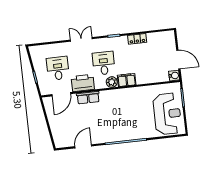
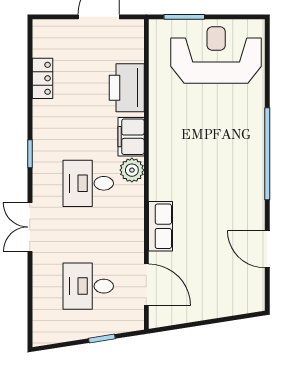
locker: (137, 39) -> (42, 78), moved
water cooler: (174, 76) -> (133, 30), removed
printer: (83, 83) -> (127, 88), moved

